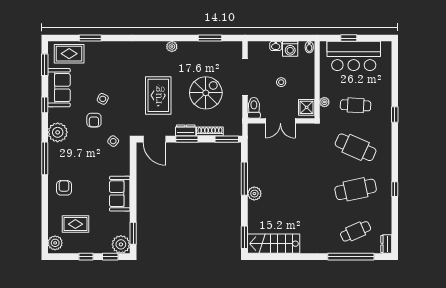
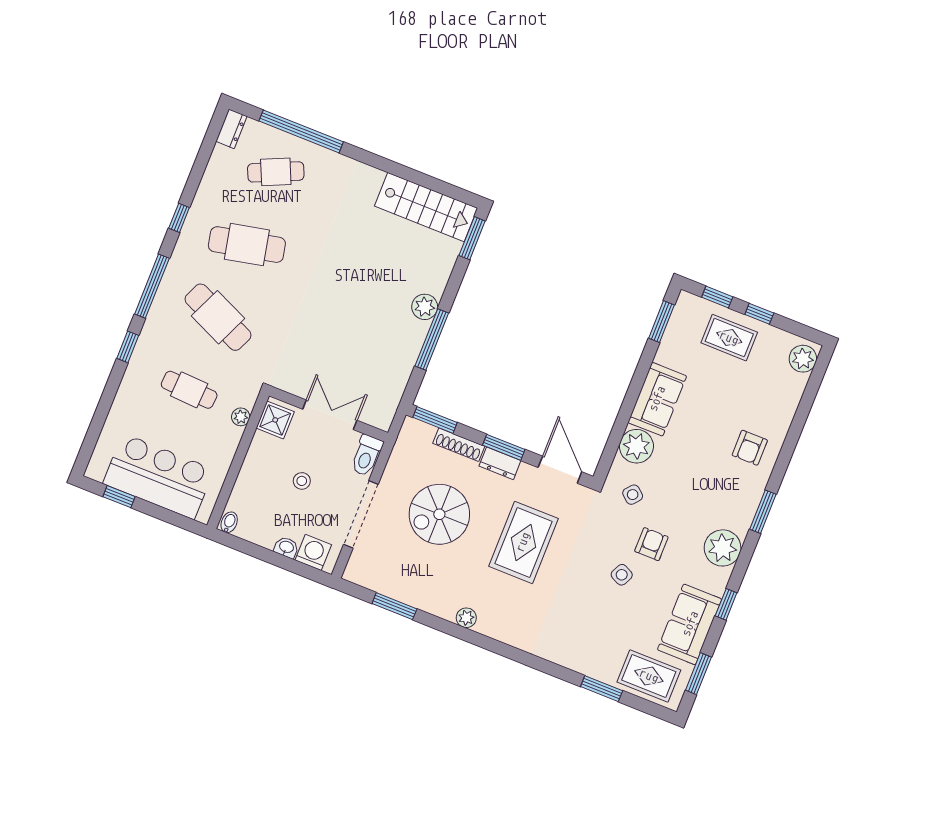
window: (349, 38) -> (119, 497), moved
washing machine: (290, 49) -> (313, 552), moved
window: (395, 150) -> (152, 286), added
window: (45, 158) -> (763, 512), width x0.69
rug: (75, 224) -> (729, 338), moved
plant: (121, 244) -> (636, 446), moved

